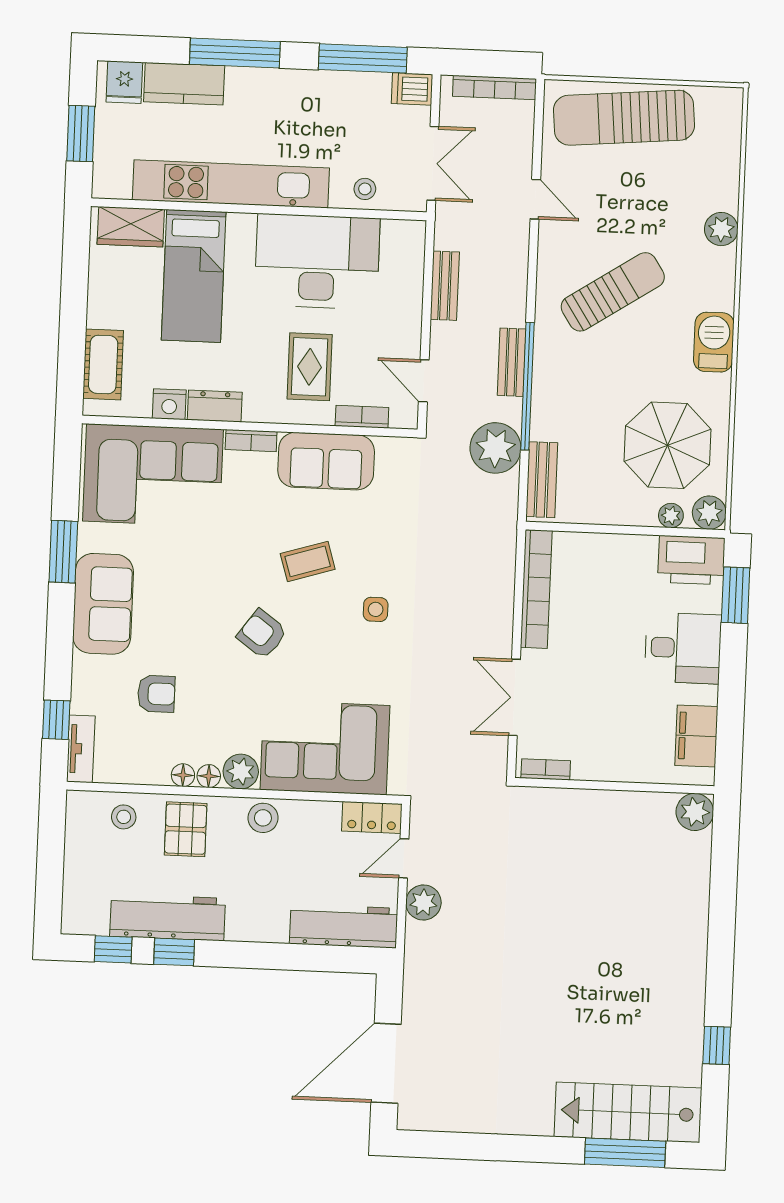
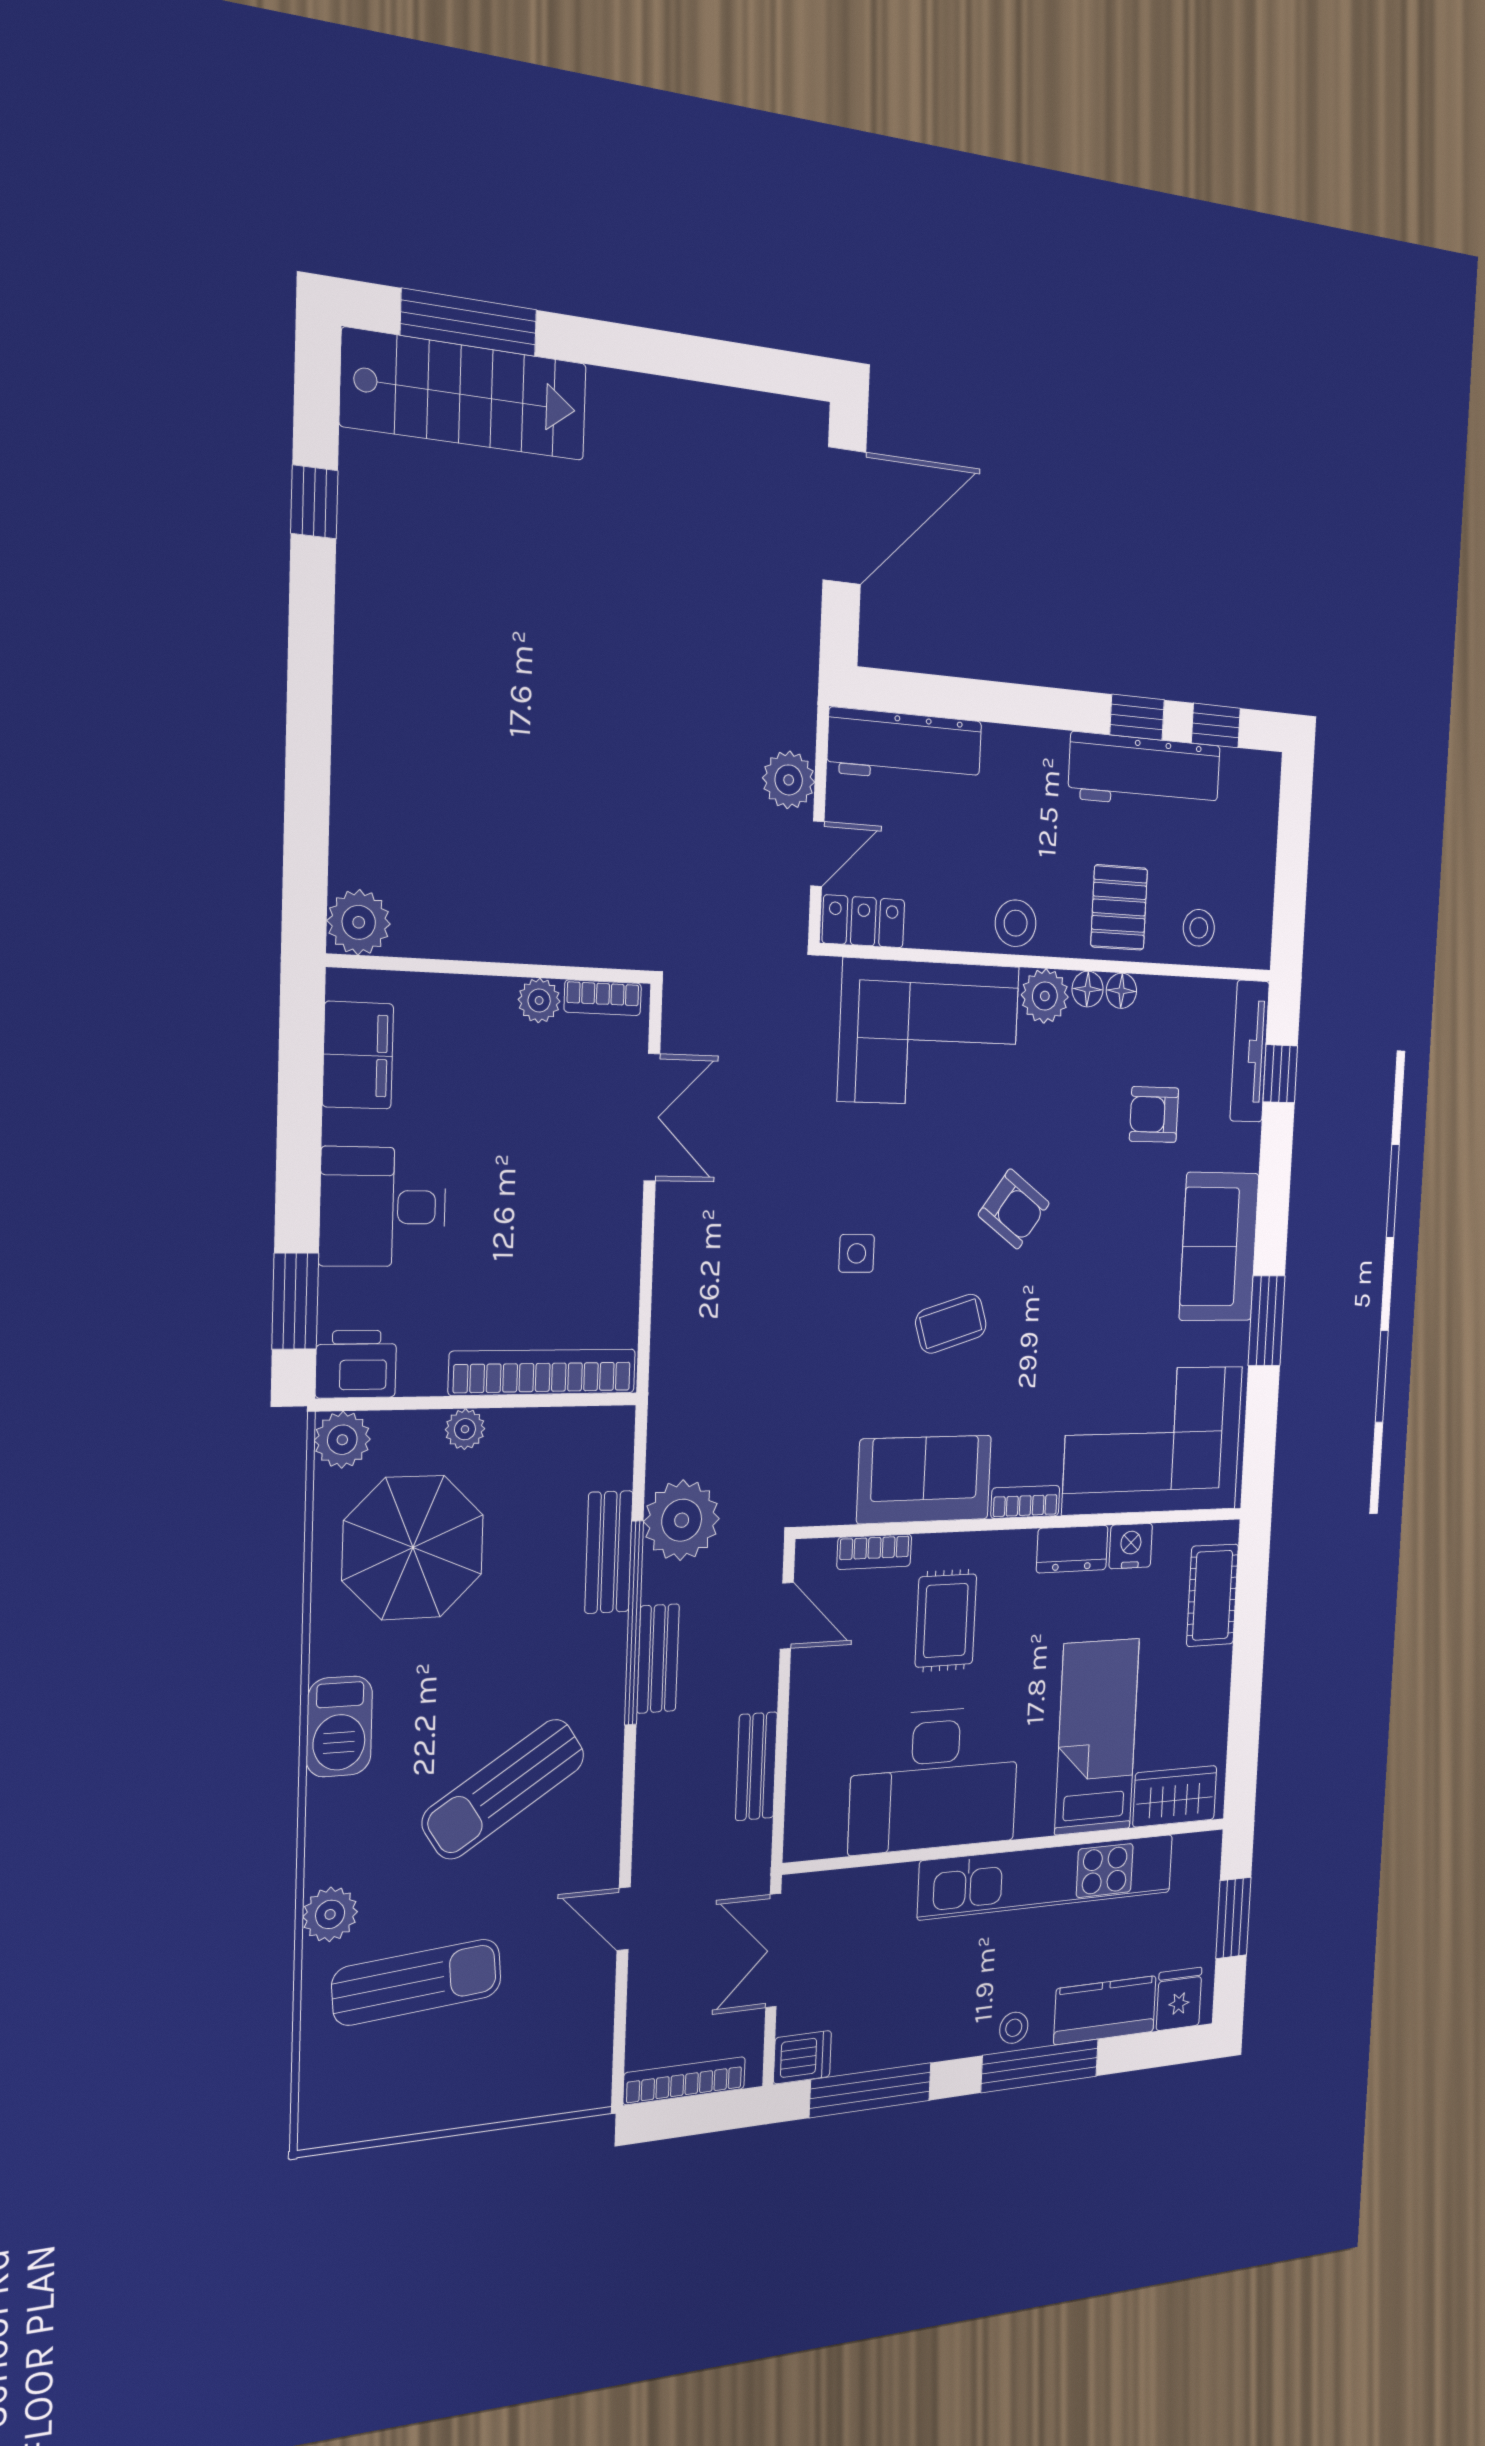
sun lounger: (624, 118) -> (417, 1982), moved, width x0.73, depth x0.75
stool: (365, 189) -> (1014, 2028), moved
bench: (542, 480) -> (609, 1552), moved
plant: (671, 516) -> (465, 1429), moved
printer: (691, 560) -> (356, 1364), width x0.73, depth x0.84
bookcase: (536, 589) -> (543, 1372), moved, turned 90
tv unit: (81, 749) -> (1250, 1051), width x1.41
plant: (586, 768) -> (539, 1000), added

